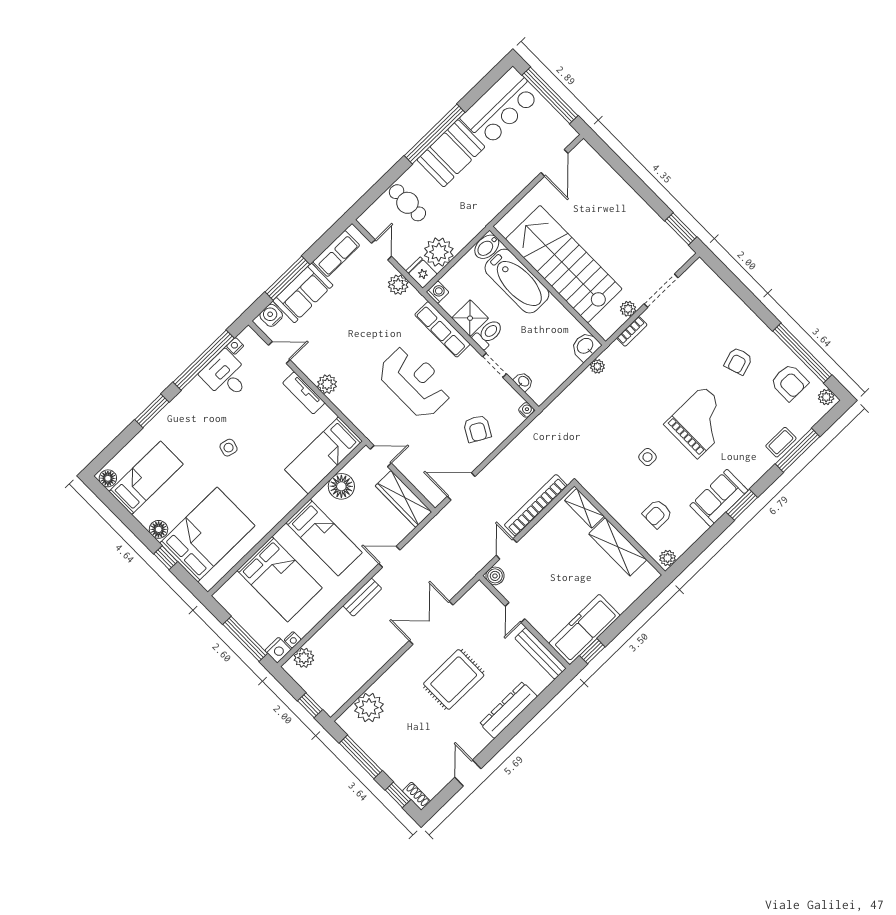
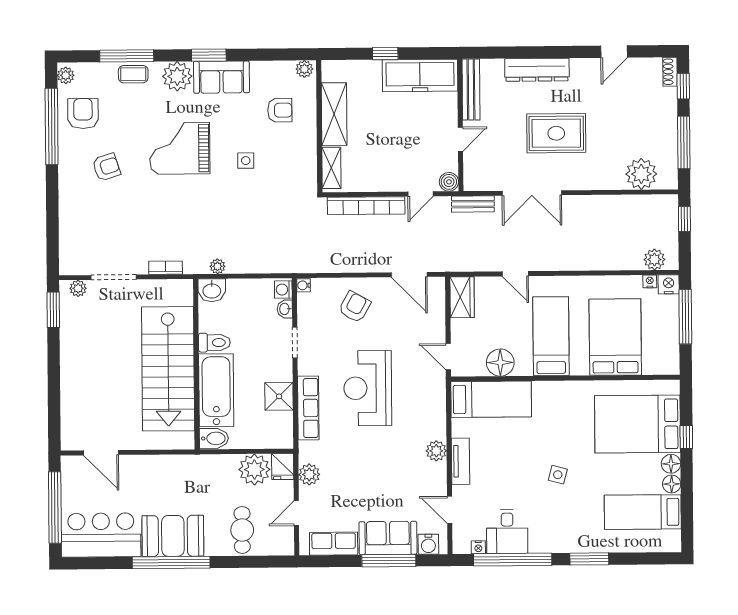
door: (554, 163) -> (101, 453), swing flipped
washing machine: (438, 292) -> (283, 290), moved
plant: (628, 309) -> (78, 288), moved
toilet: (488, 334) -> (214, 343), moved, turned 180
plant: (750, 470) -> (177, 76), added
floor lamp: (108, 478) -> (672, 484), moved
wardrobe: (404, 499) -> (462, 297), width x0.67
bench: (362, 597) -> (473, 204), moved
window: (592, 651) -> (385, 54), moved

